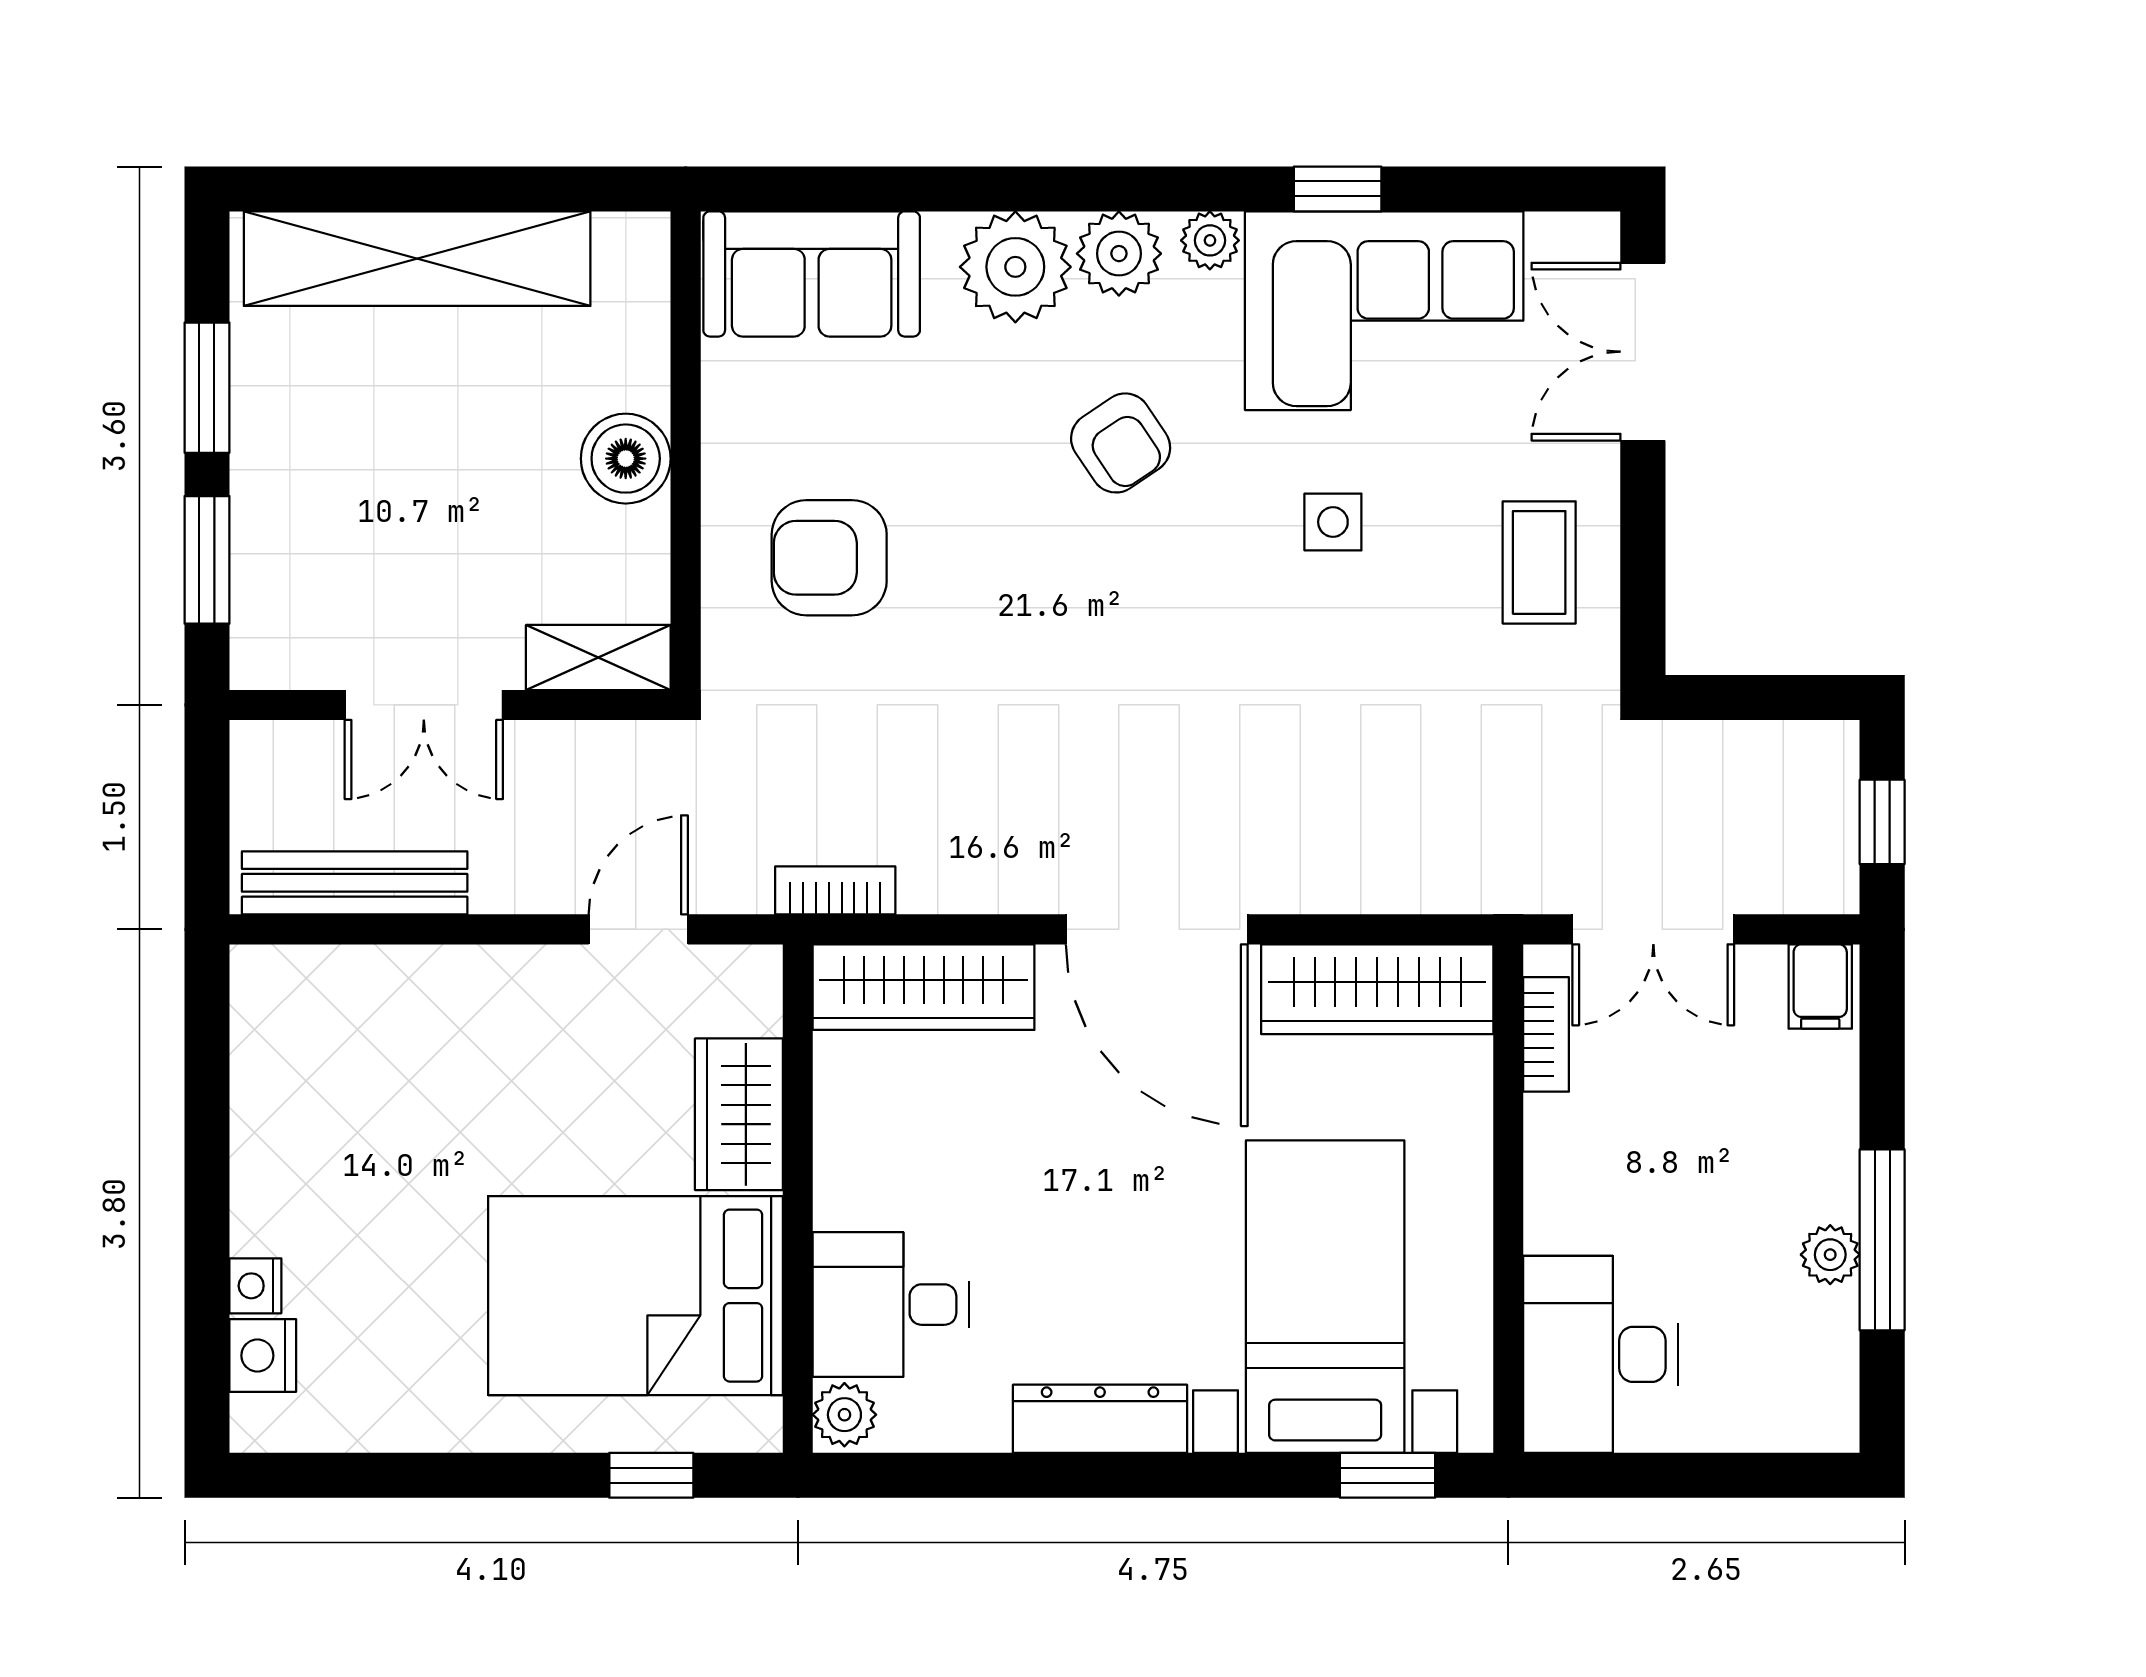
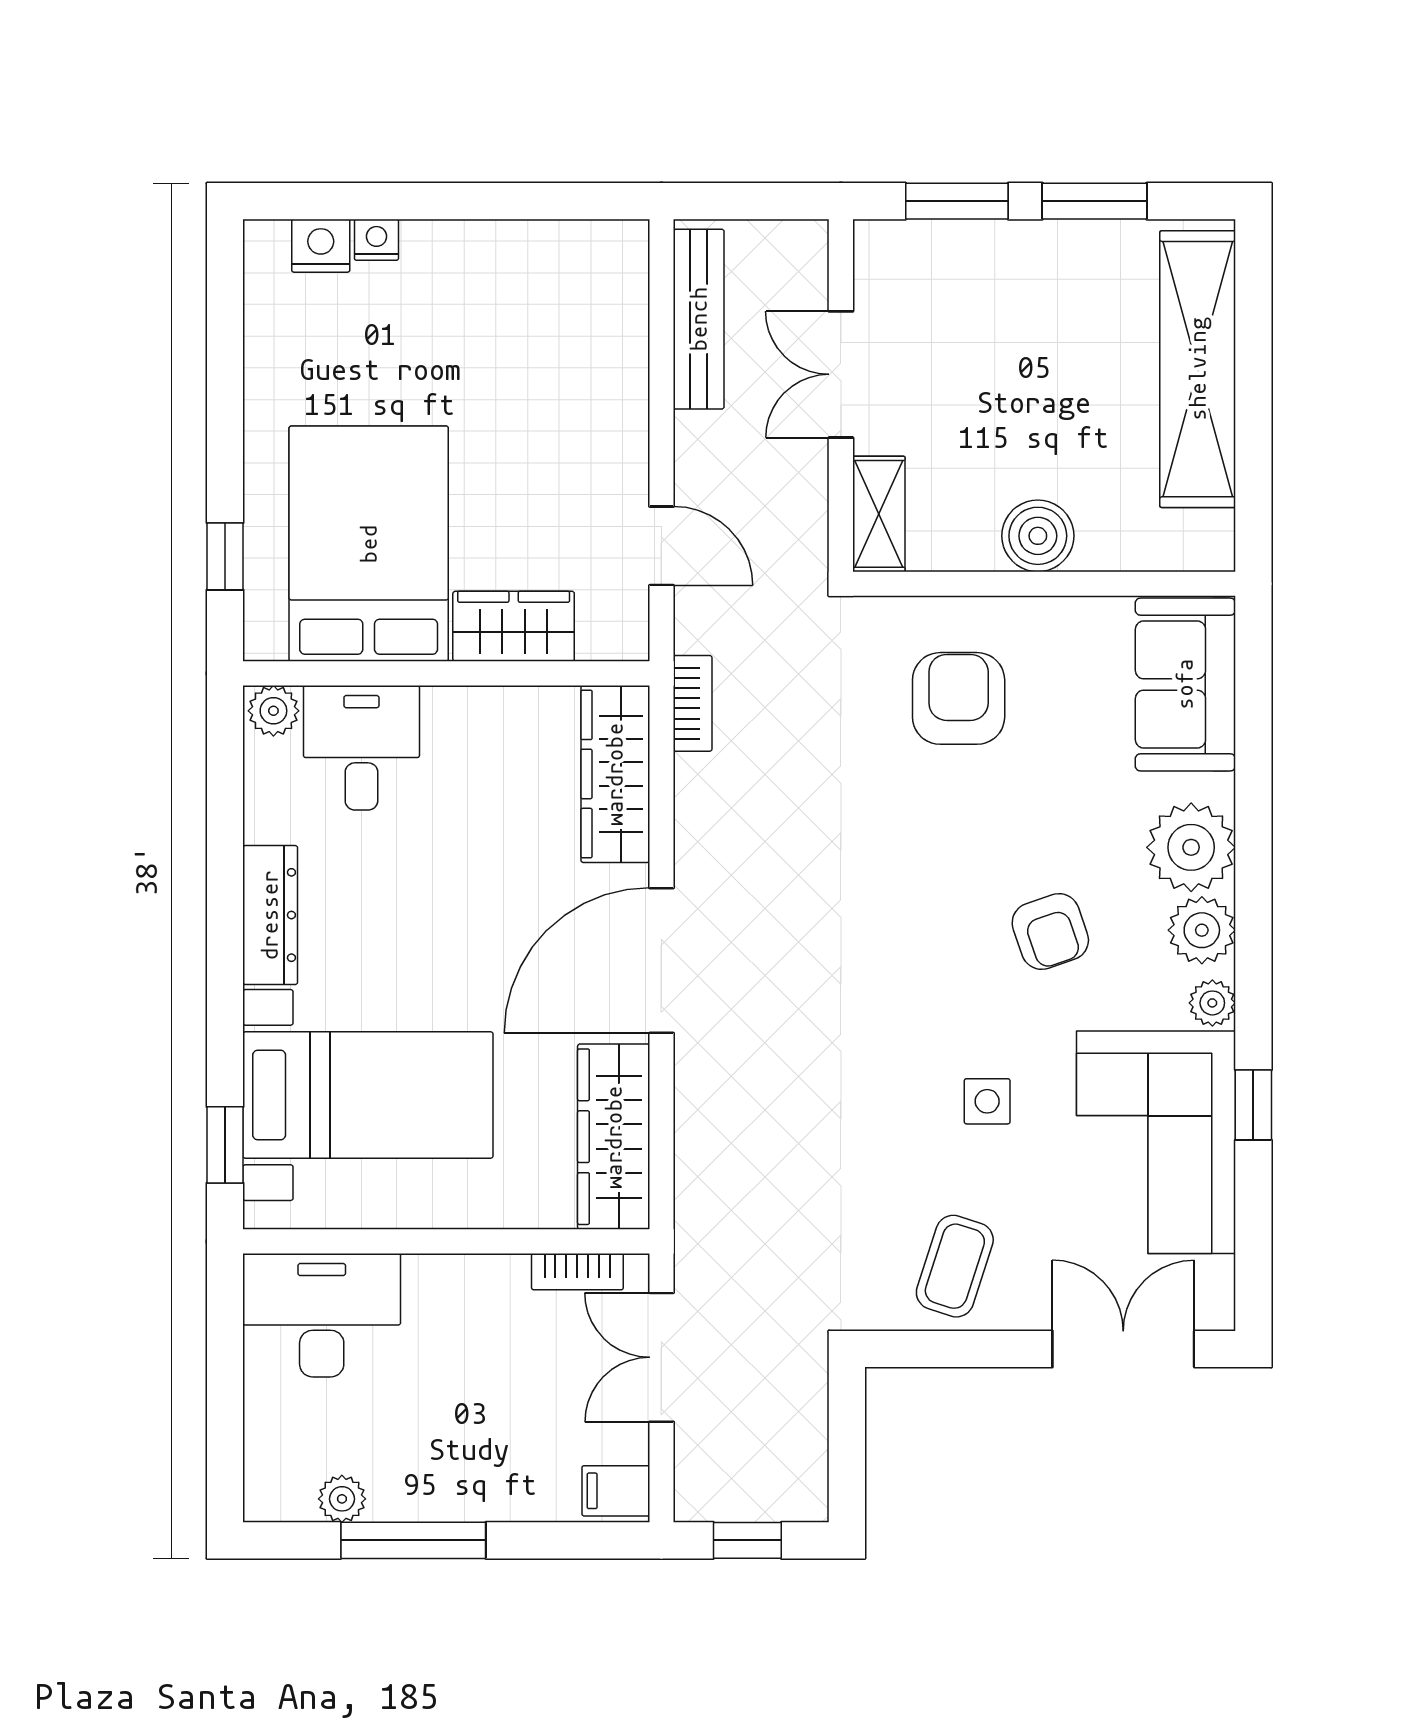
armchair: (1121, 443) -> (1050, 931), turned -75
coffee table: (1539, 562) -> (955, 1266), turned -72
plant: (1830, 1255) -> (342, 1499), moved

